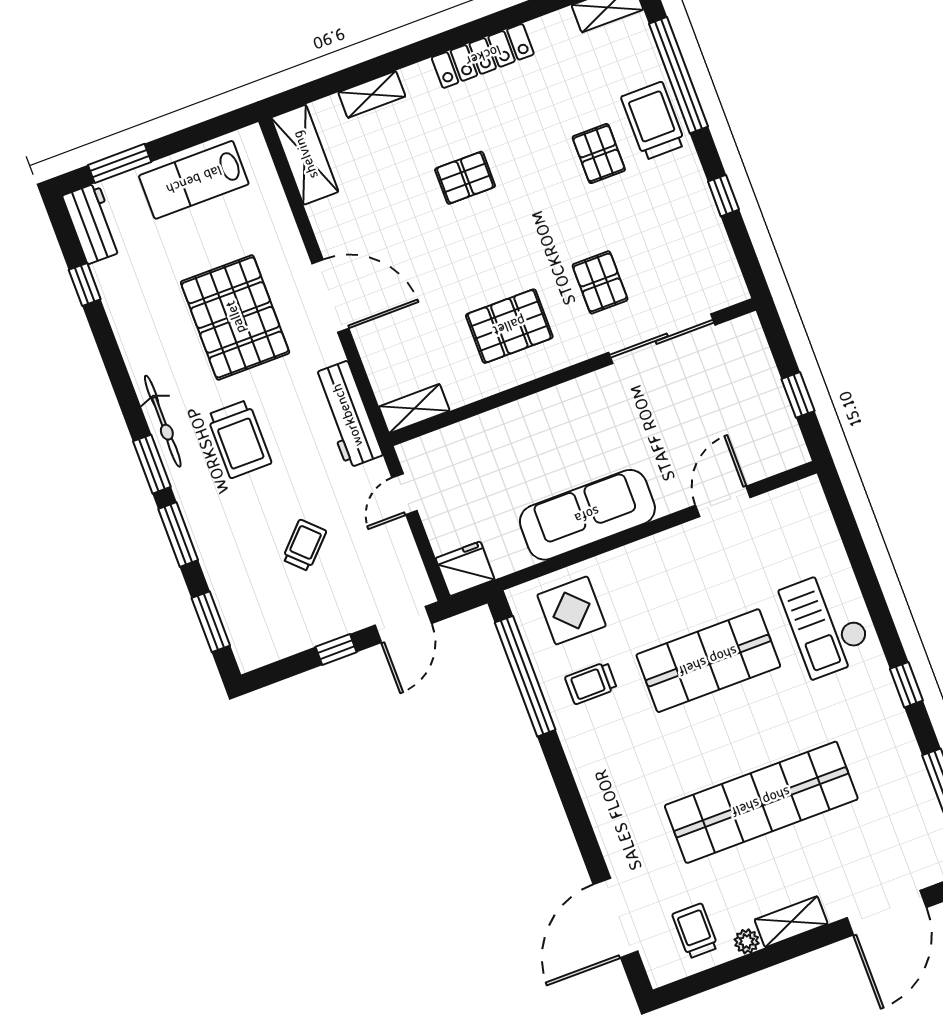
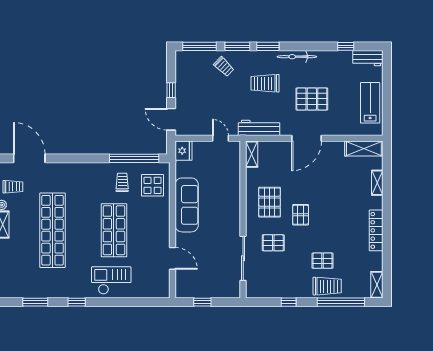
window: (120, 163) -> (387, 77), removed
pallet: (465, 178) -> (301, 215), moved
pallet: (235, 317) -> (312, 99), width x0.73, depth x0.71
bicycle: (163, 421) -> (297, 57), moved
trolley: (304, 545) -> (224, 67), moved
window: (211, 622) -> (200, 46), width x1.44

